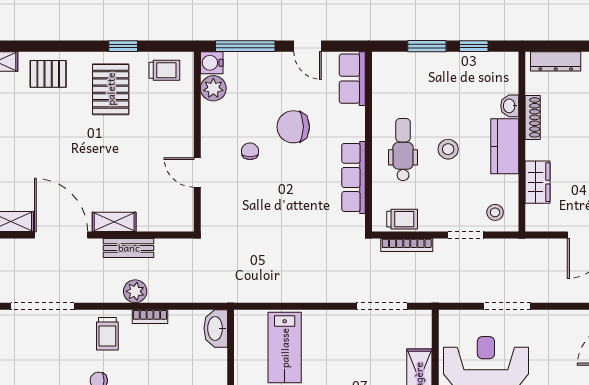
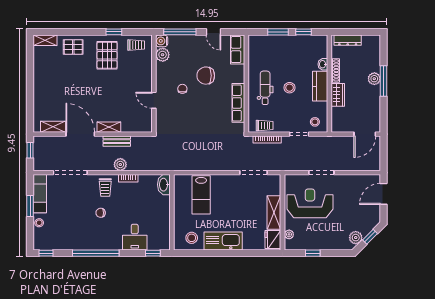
wardrobe: (537, 182) -> (338, 95), moved

